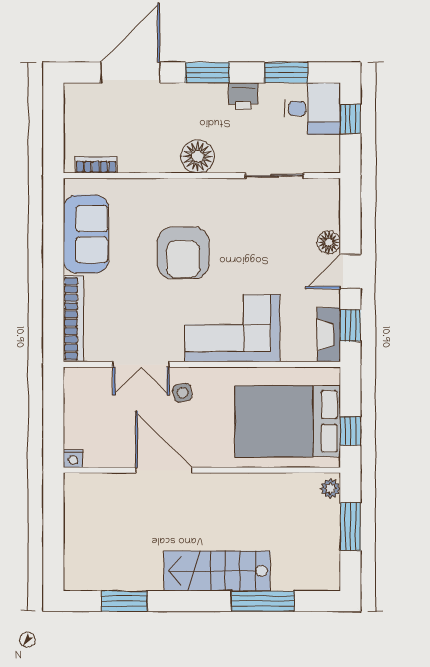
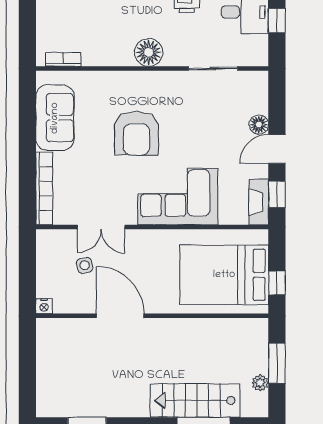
side table: (182, 393) -> (85, 265), moved
plant: (330, 488) -> (260, 383), moved
stairs: (217, 571) -> (195, 401), moved

